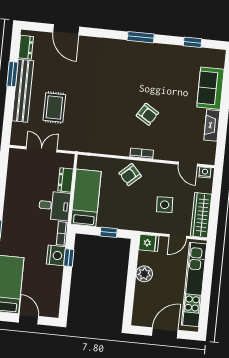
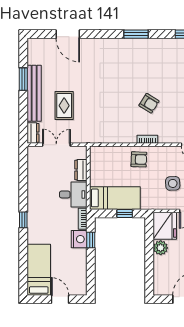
dresser: (26, 47) -> (33, 133), moved
armchair: (130, 175) -> (139, 159), turned -136
bed: (86, 198) -> (115, 198), moved, turned 90
fridge: (149, 243) -> (165, 226), width x1.88, depth x1.34

